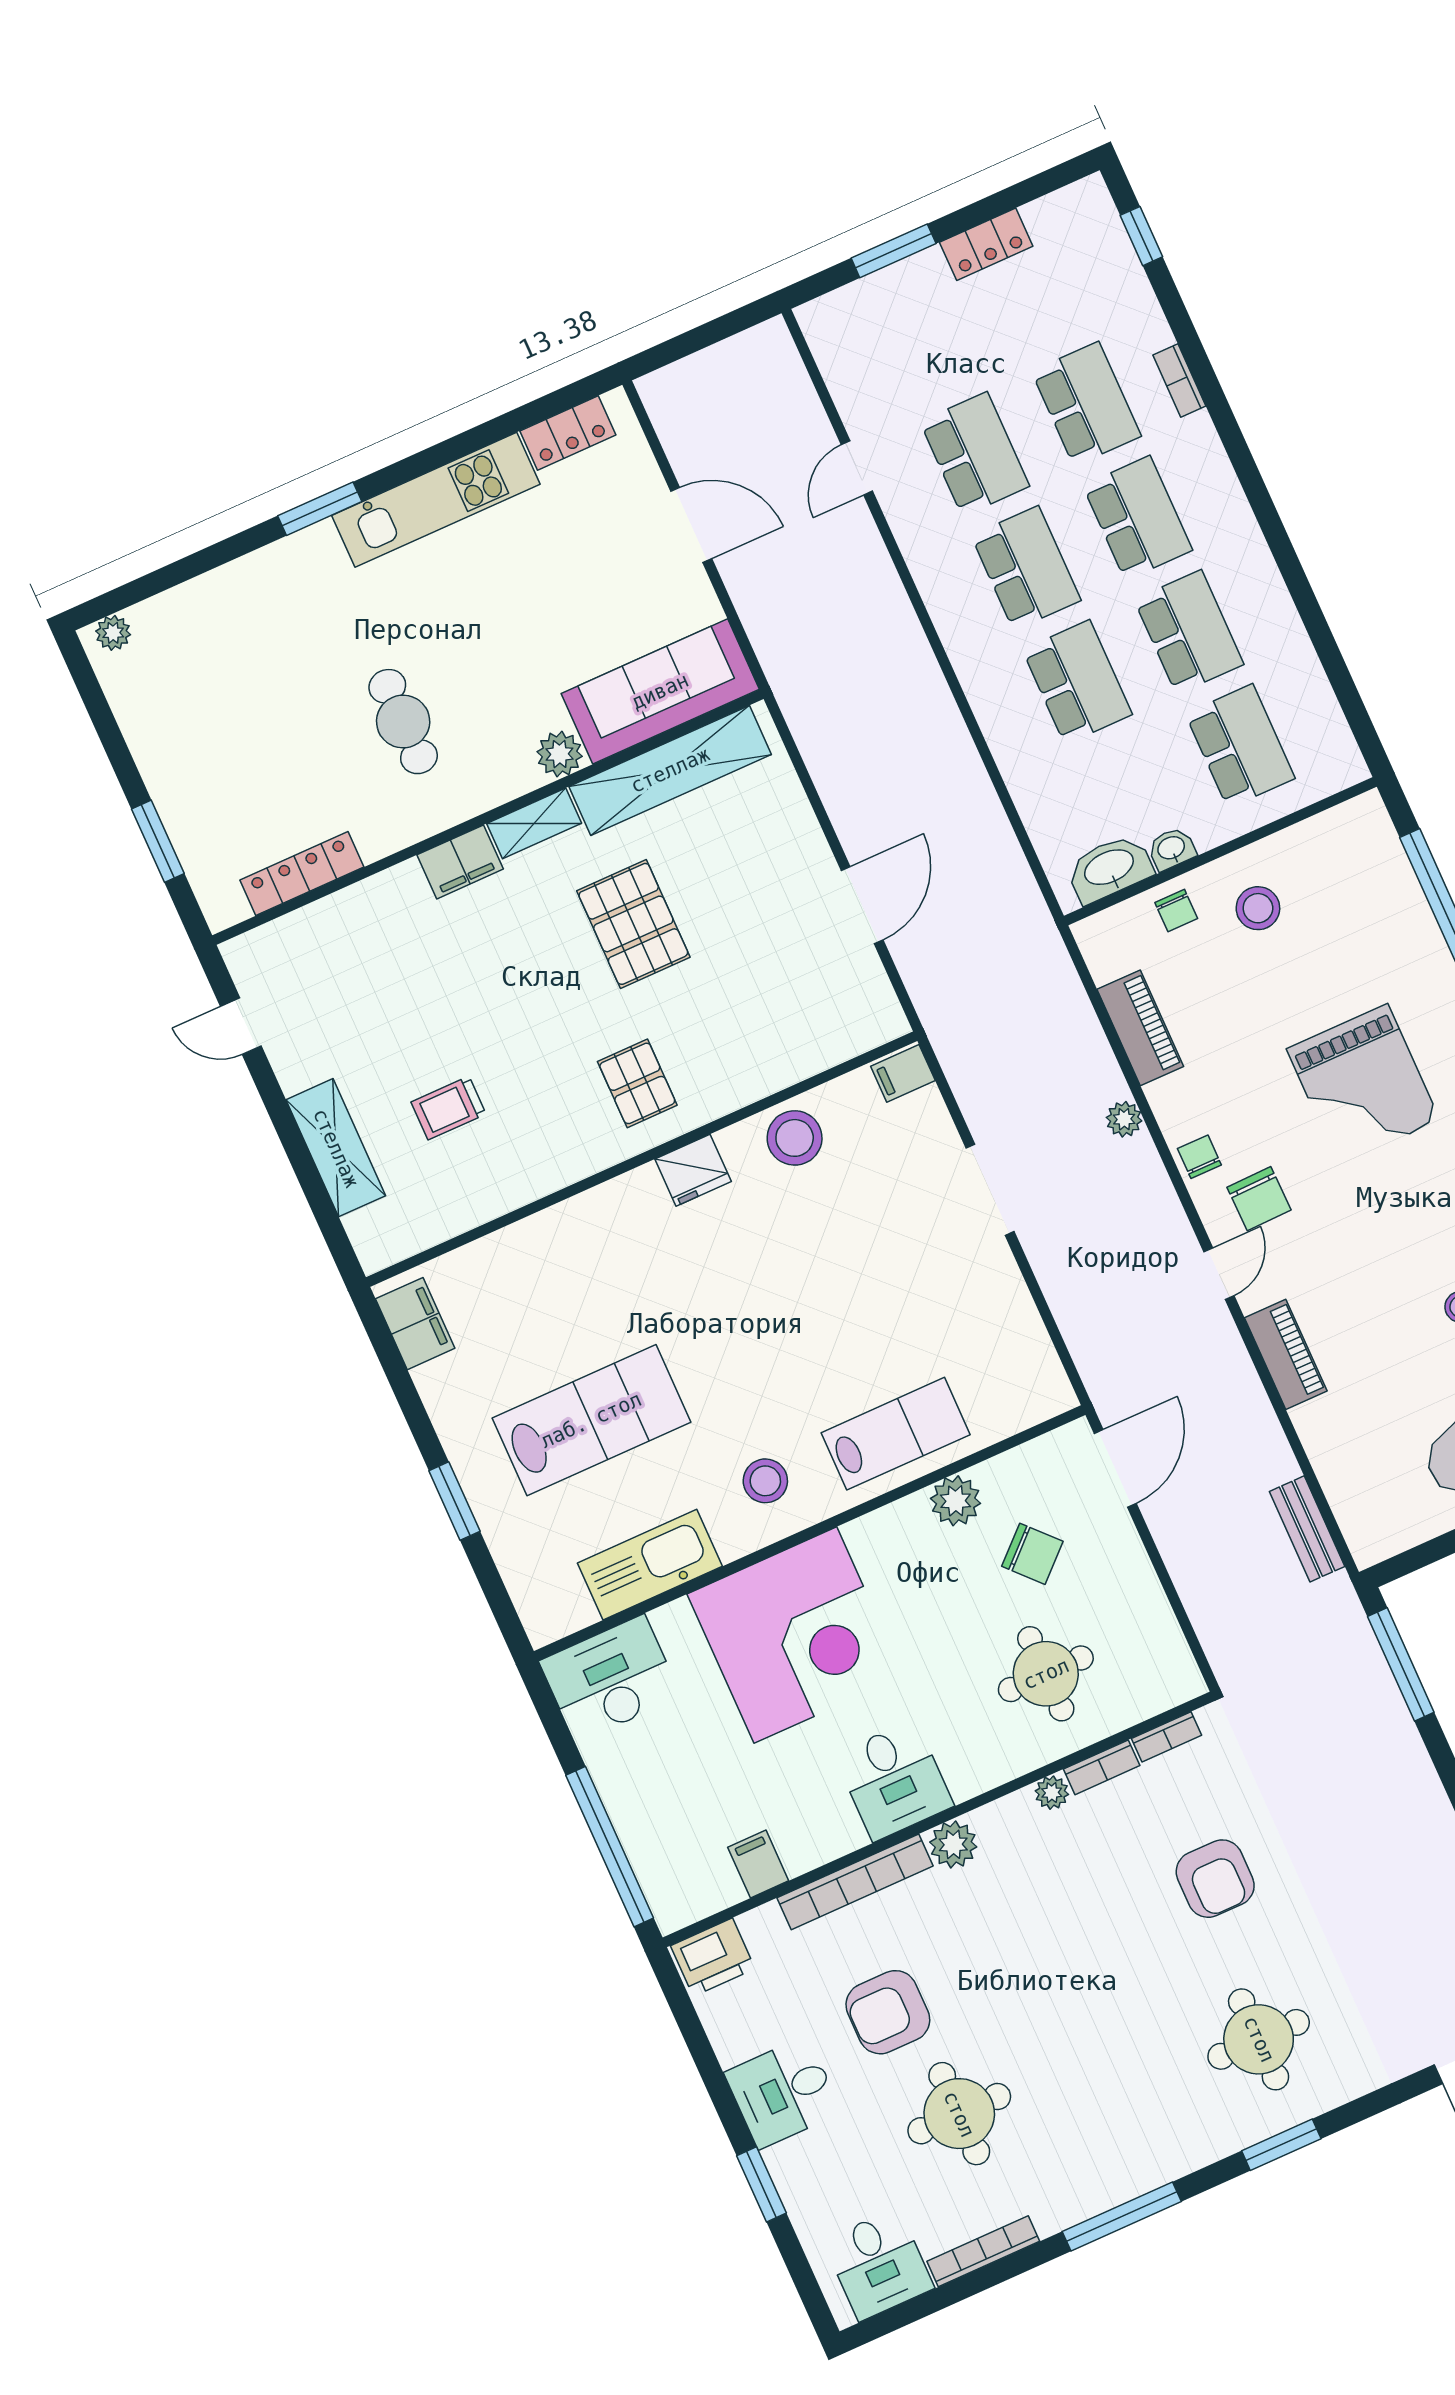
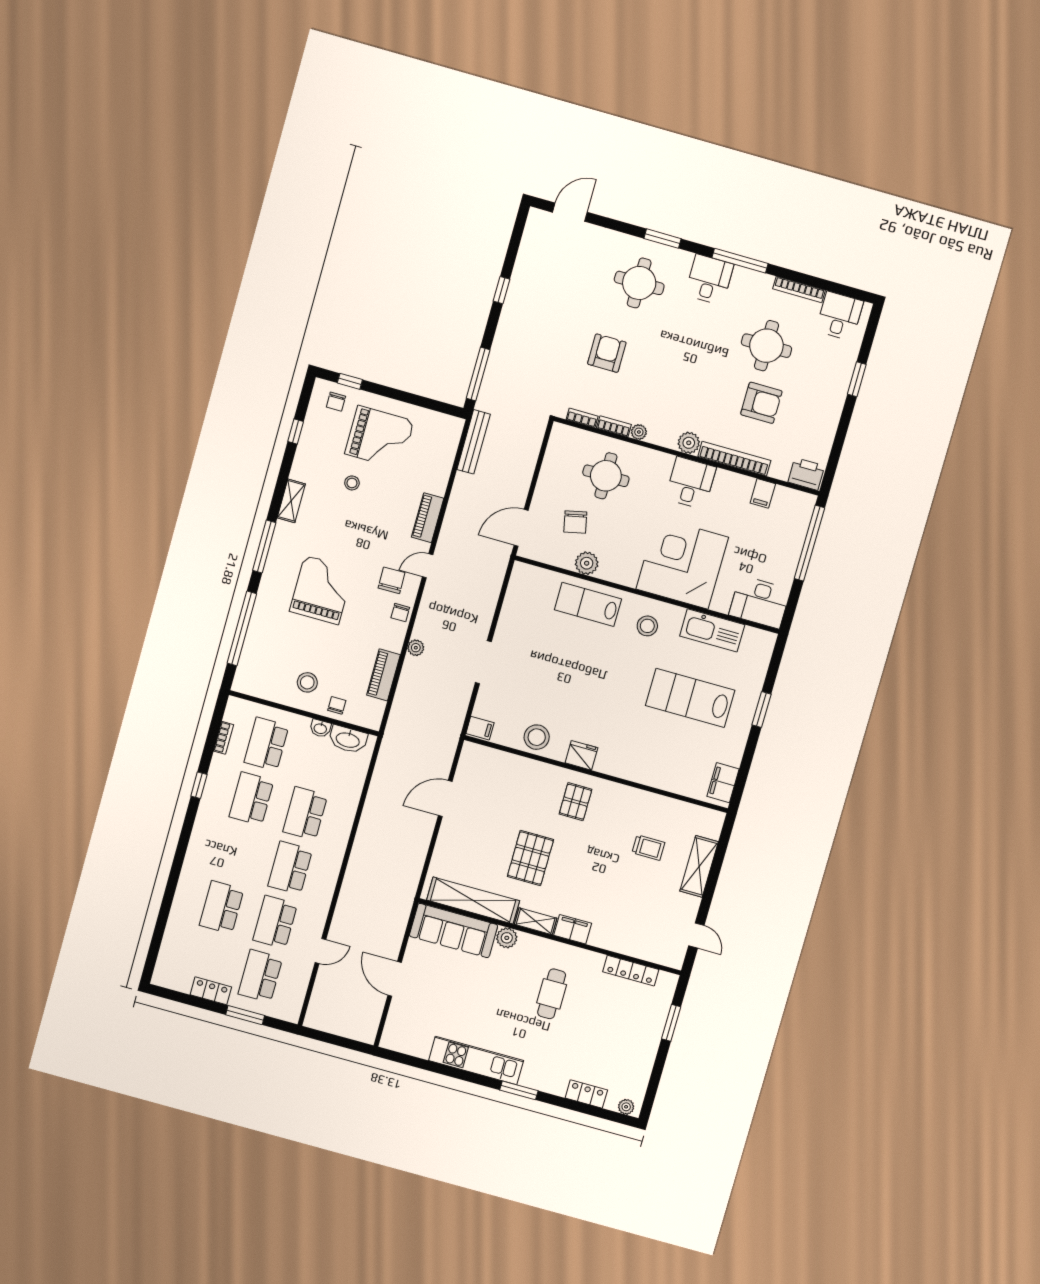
window: (1141, 236) -> (199, 785), moved
bookcase: (1179, 380) -> (224, 738), moved
locker: (568, 433) -> (586, 1094), moved
school desk: (1138, 518) -> (260, 976), moved
bench: (1307, 1529) -> (474, 442), width x1.36
chair: (1032, 1554) -> (575, 522), turned -149
desk: (783, 2092) -> (709, 280), moved, turned -90

